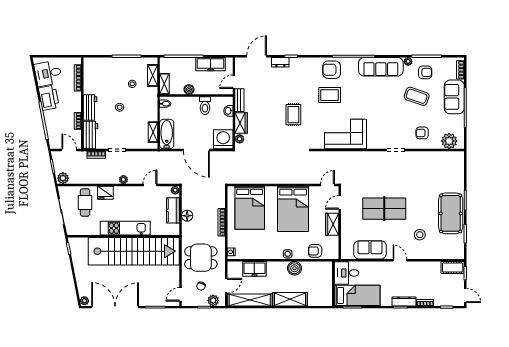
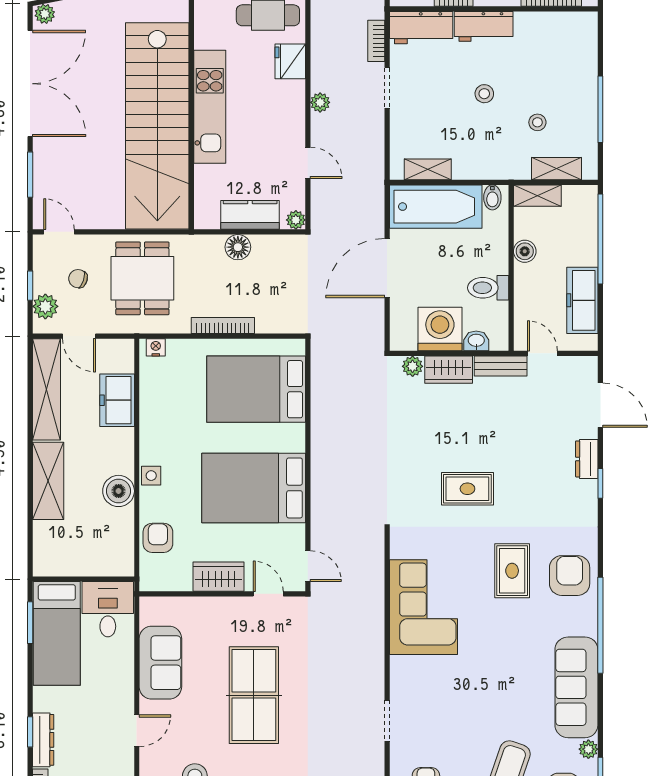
bathtub: (167, 134) -> (436, 207), width x1.36, depth x1.36
washing machine: (223, 139) -> (440, 329), moved, turned -90

